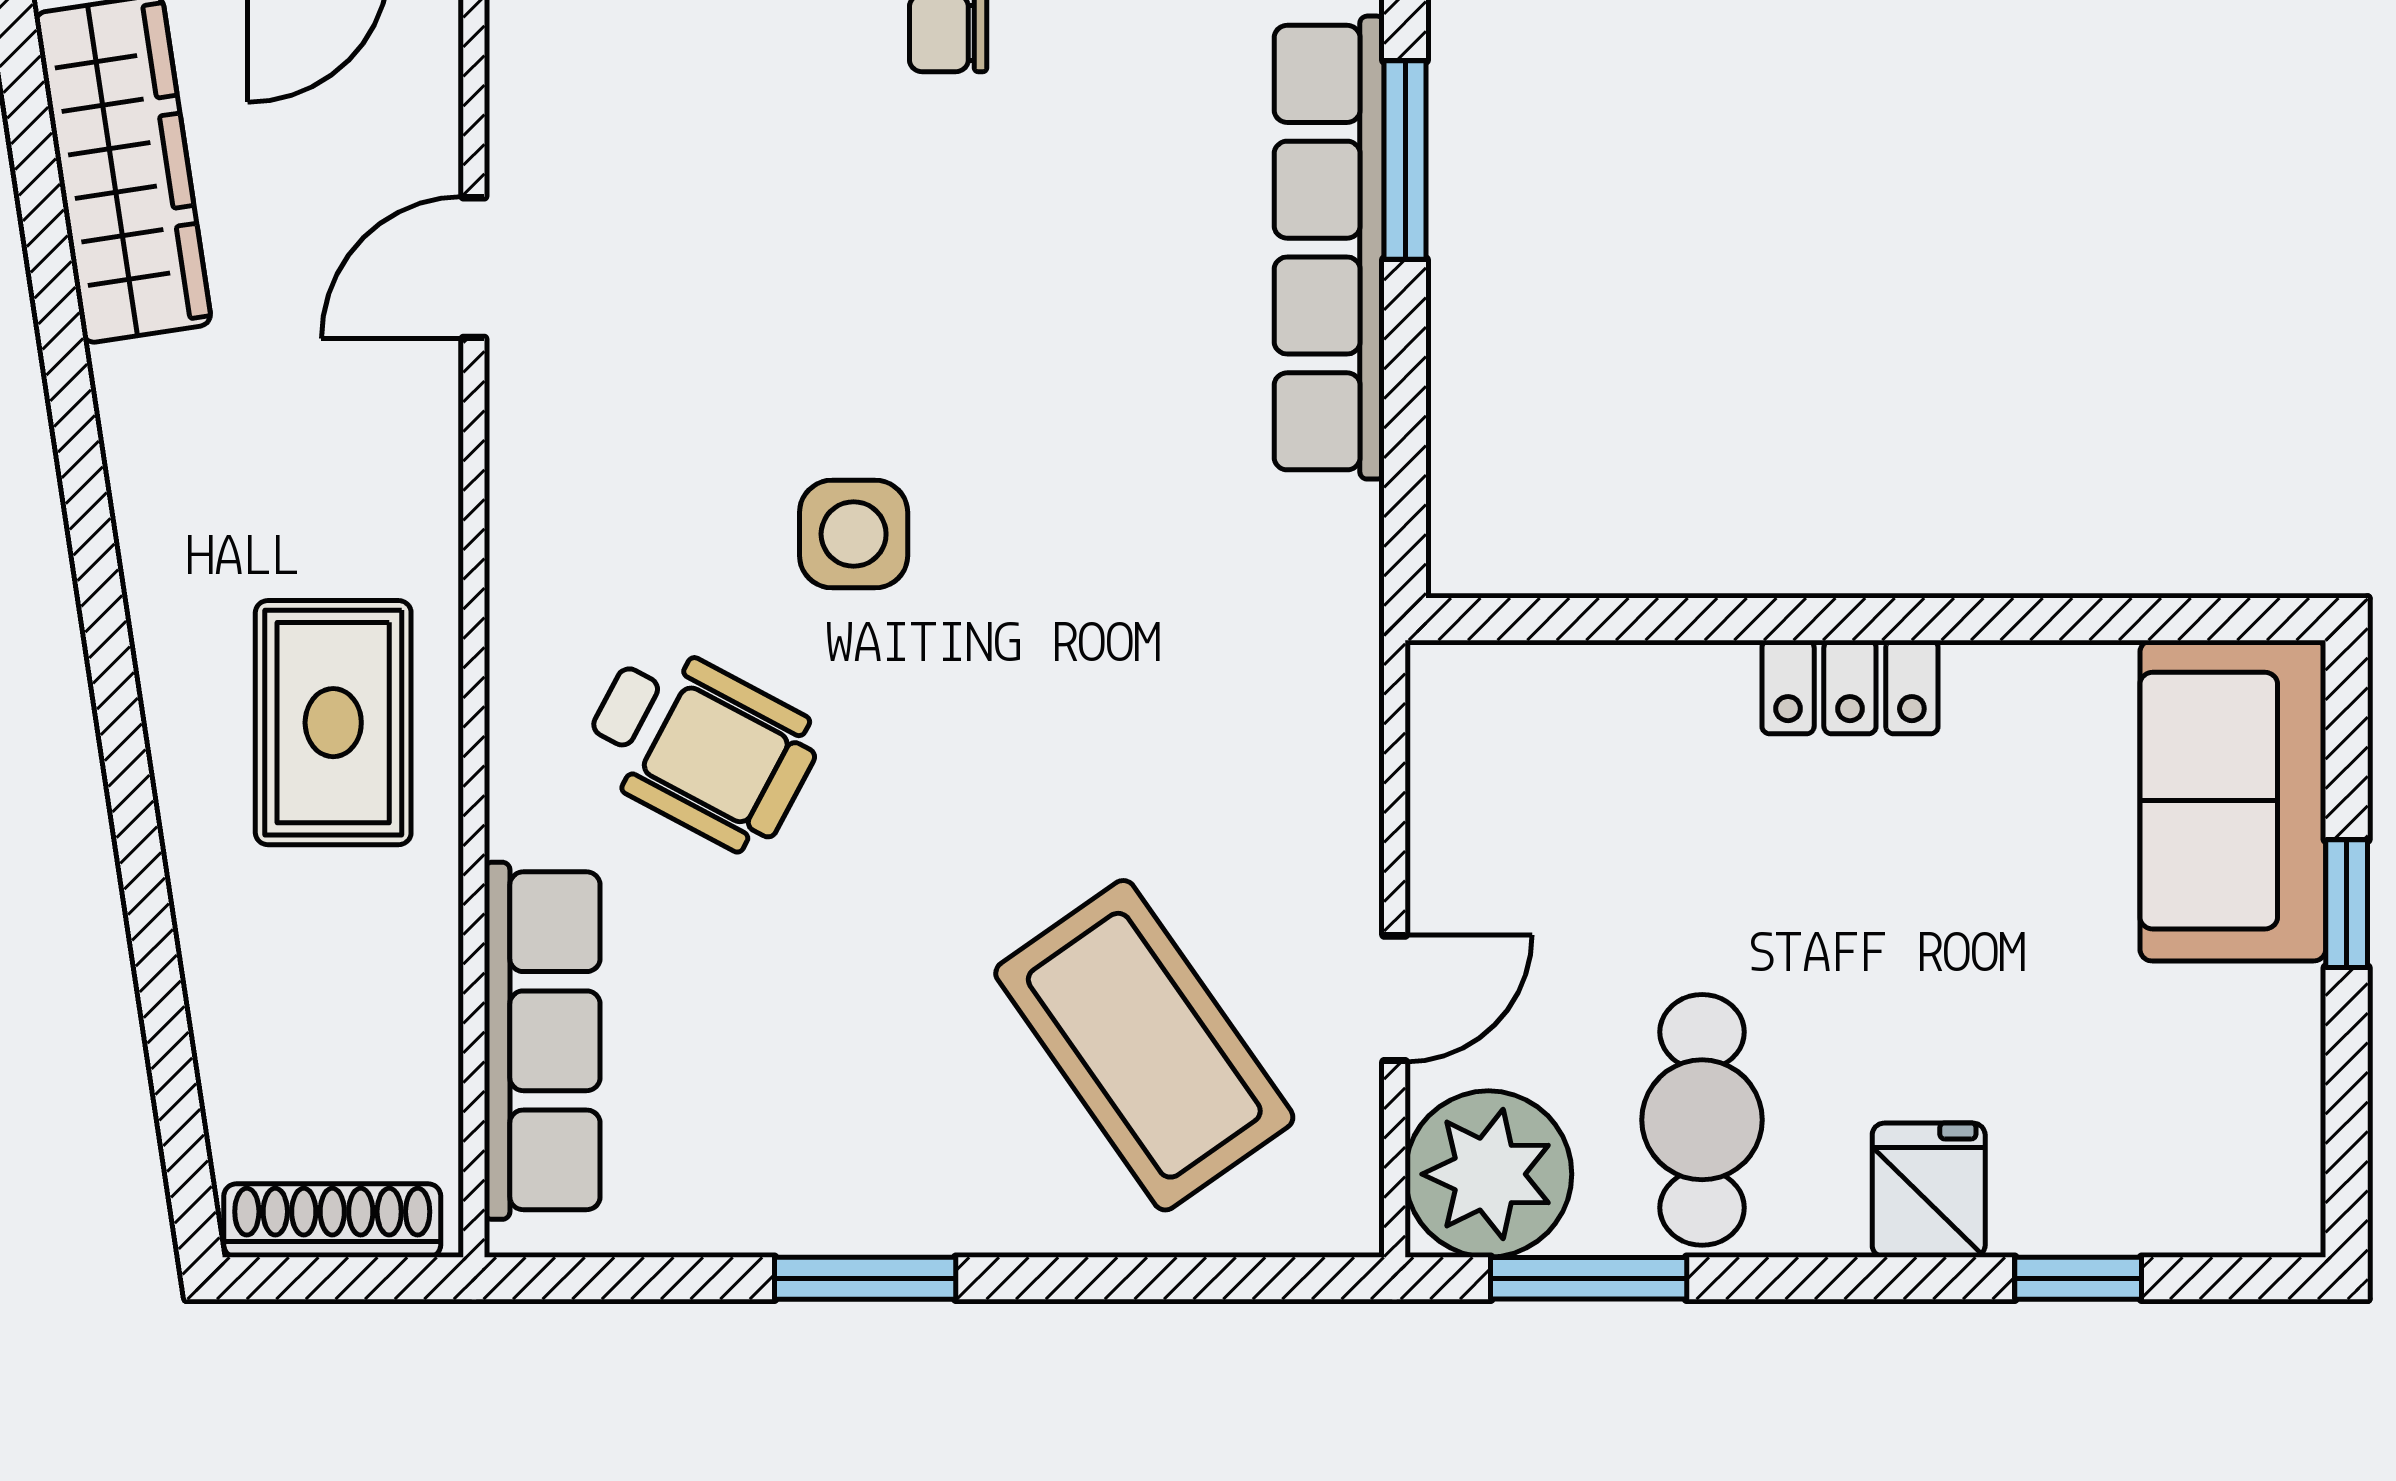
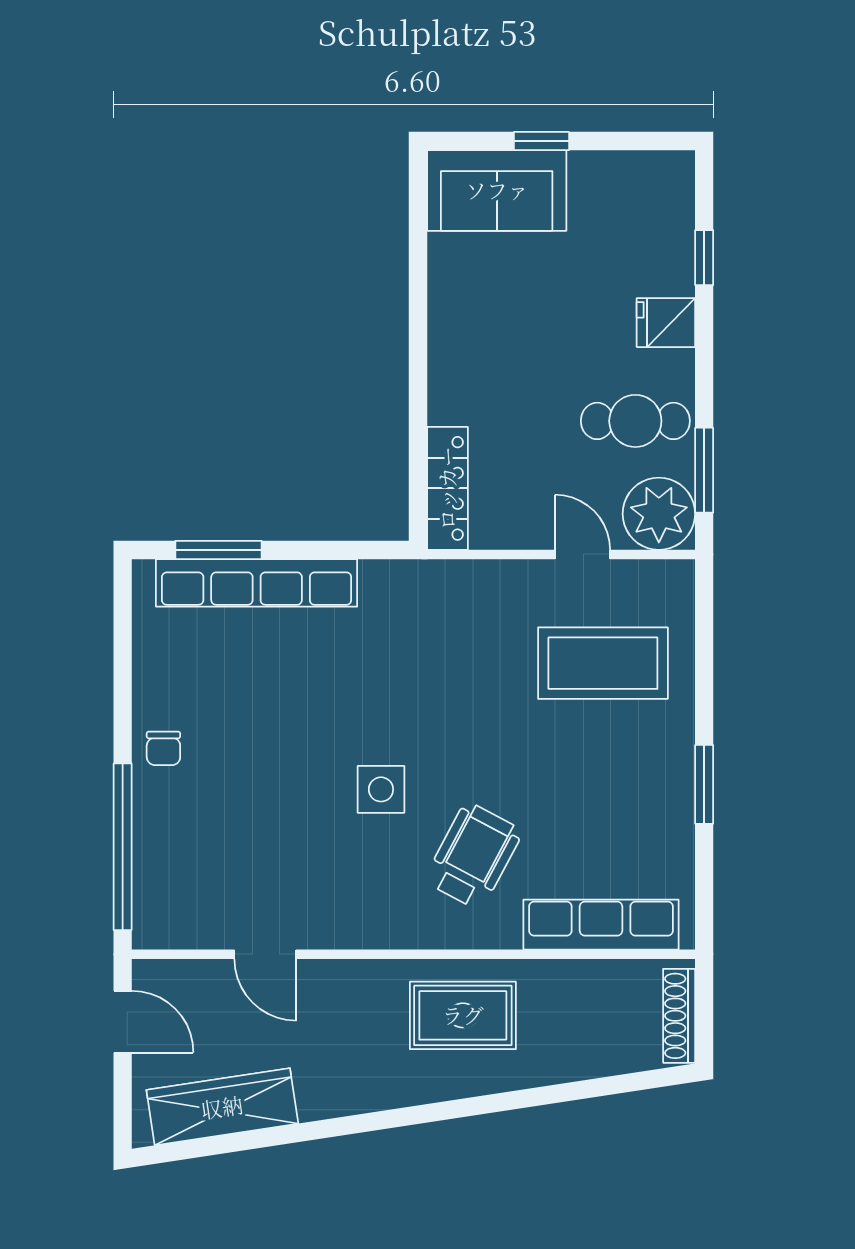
locker: (1850, 687) -> (447, 488), moved, width x1.53
coffee table: (1144, 1045) -> (603, 663), turned 35

